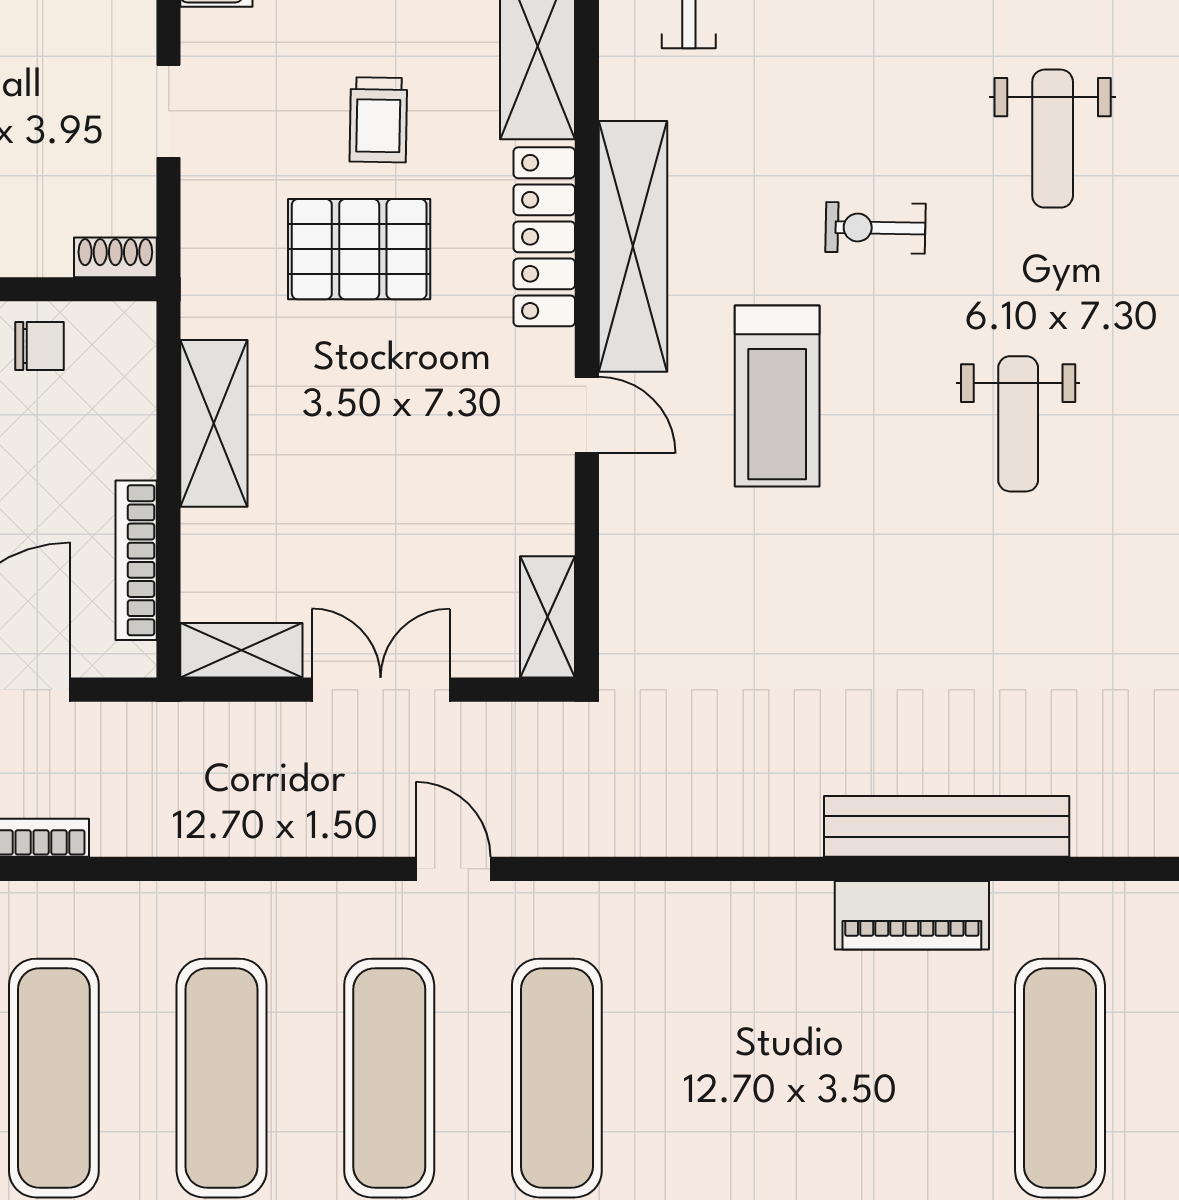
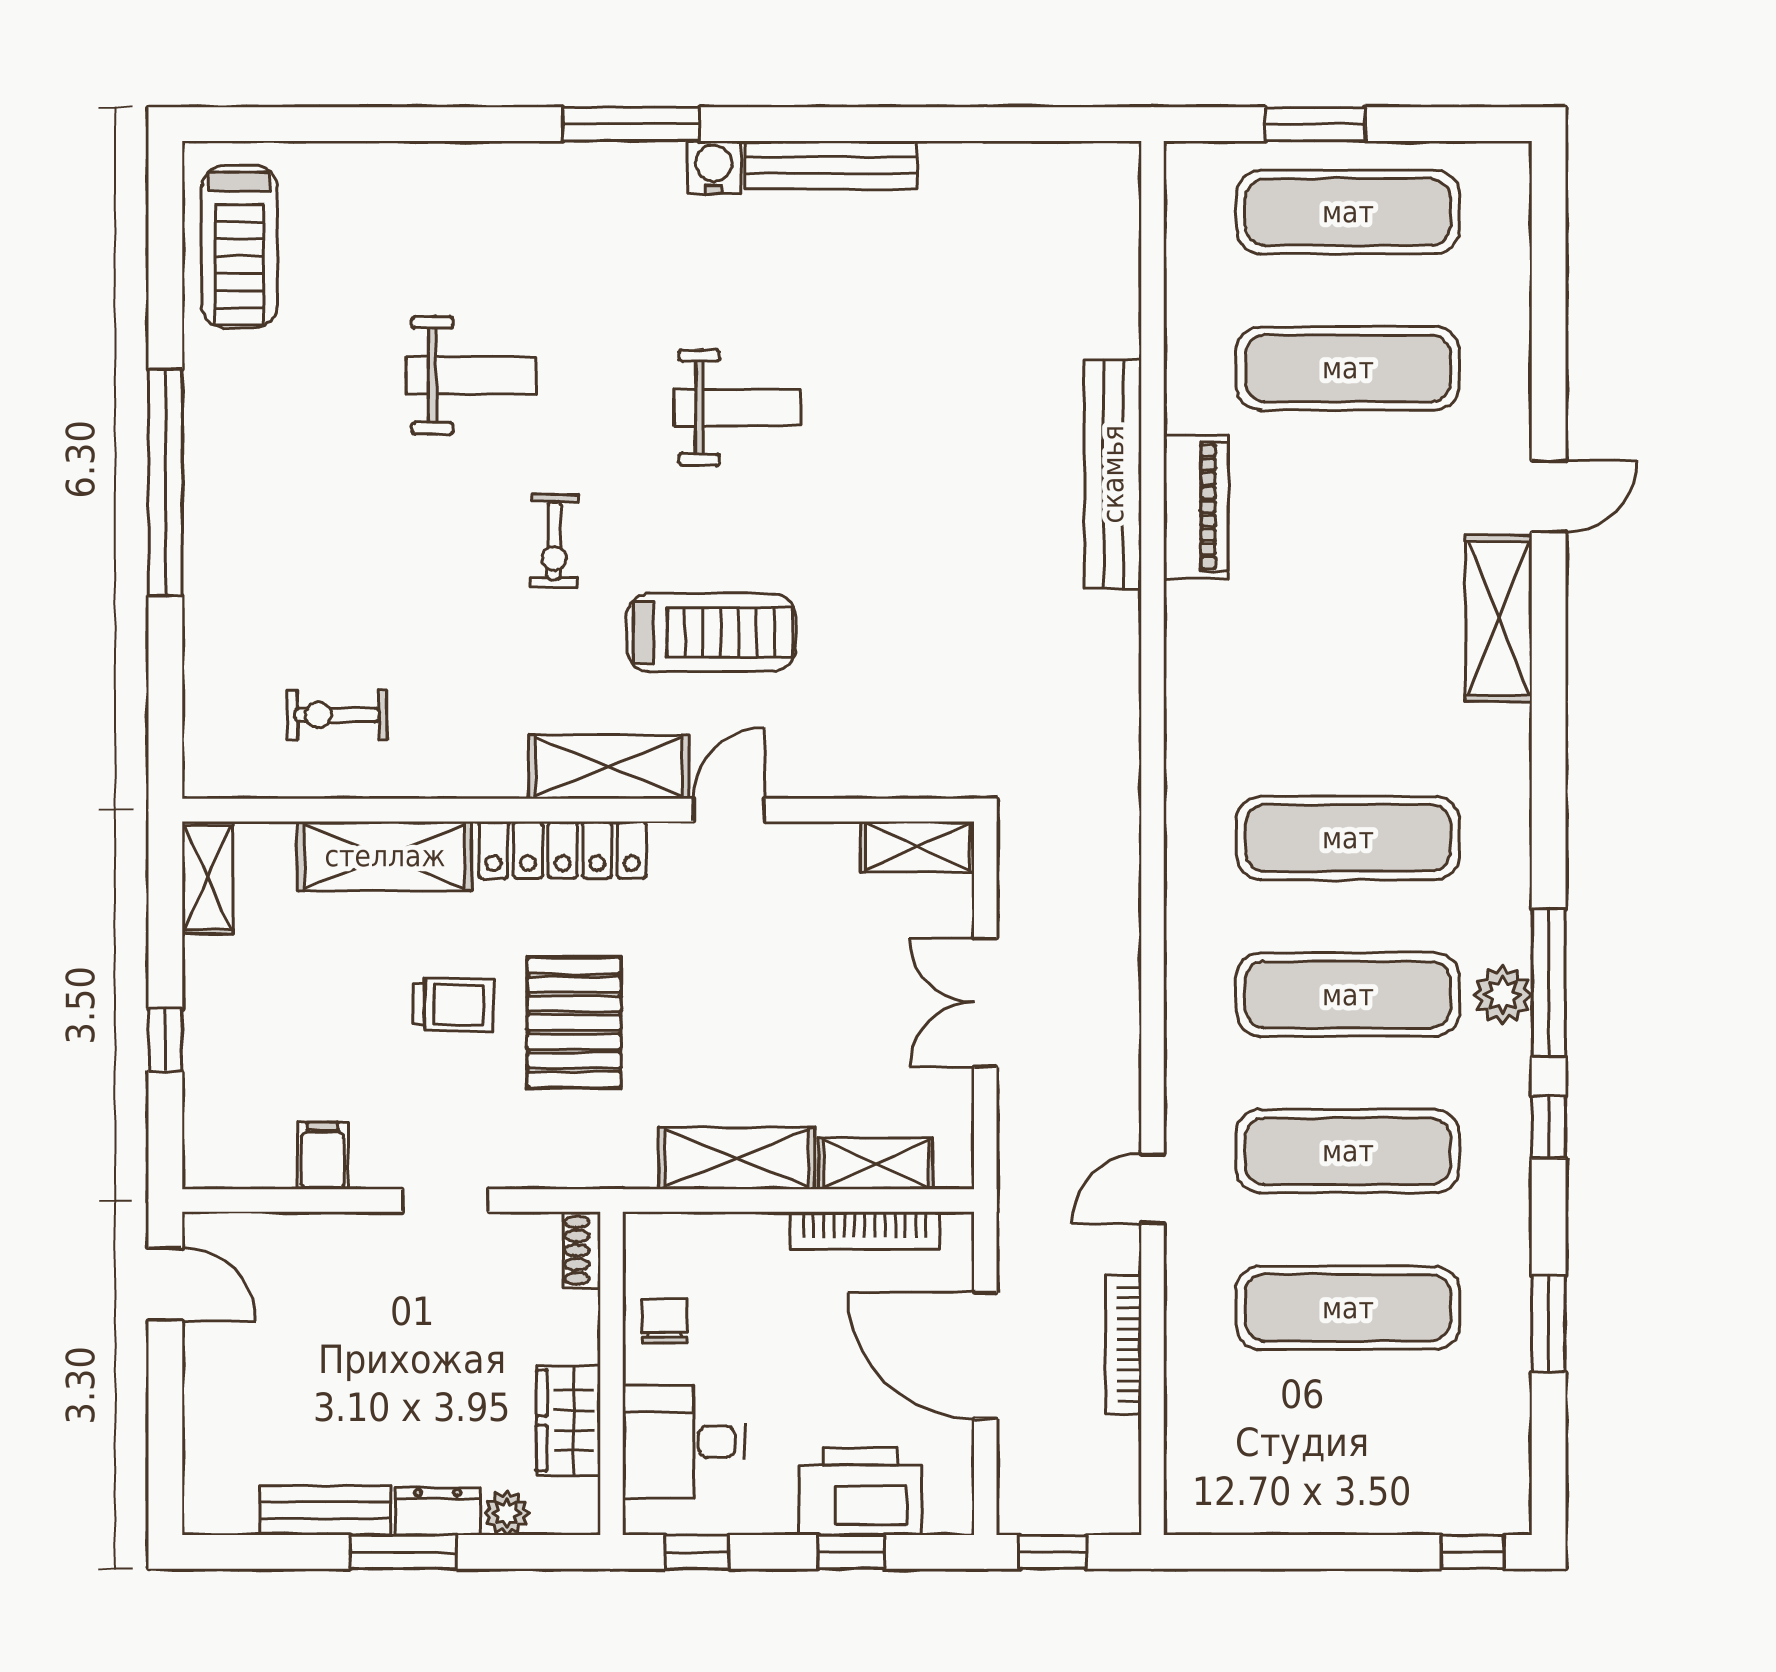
shelving: (633, 246) -> (609, 767), width x0.68
shelving: (241, 650) -> (876, 1164), moved, turned 90
door: (453, 869) -> (1153, 1189), moved

